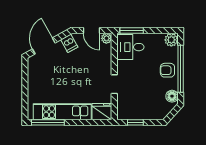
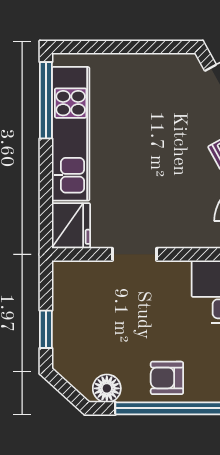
armchair: (167, 70) -> (167, 378), turned -90
window: (135, 122) -> (46, 329), moved

